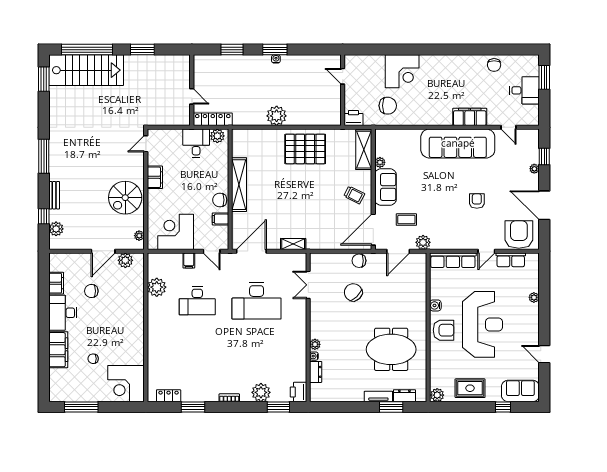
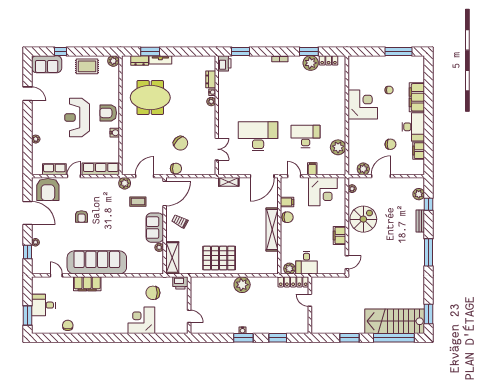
reception desk: (482, 324) -> (77, 117), width x0.74, depth x0.77
corner desk: (126, 384) -> (363, 105), moved
plant: (261, 392) -> (311, 63), moved

